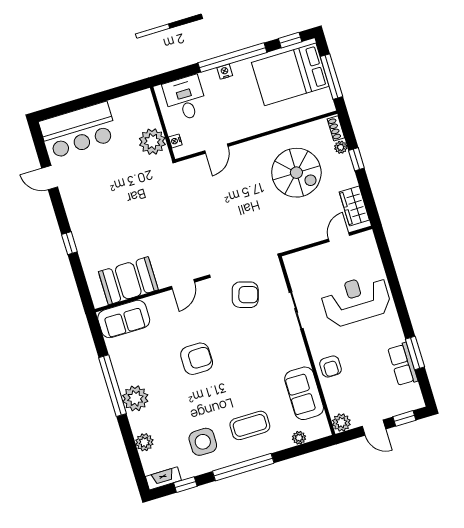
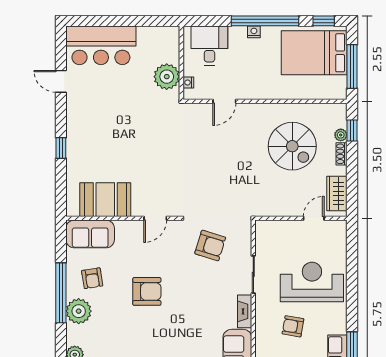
shoe rack: (336, 128) -> (342, 154), moved
window: (356, 159) -> (352, 130), moved
fireplace: (299, 349) -> (245, 311), added
armchair: (139, 362) -> (92, 278), added
armchair: (330, 367) -> (293, 326), moved, turned 100

